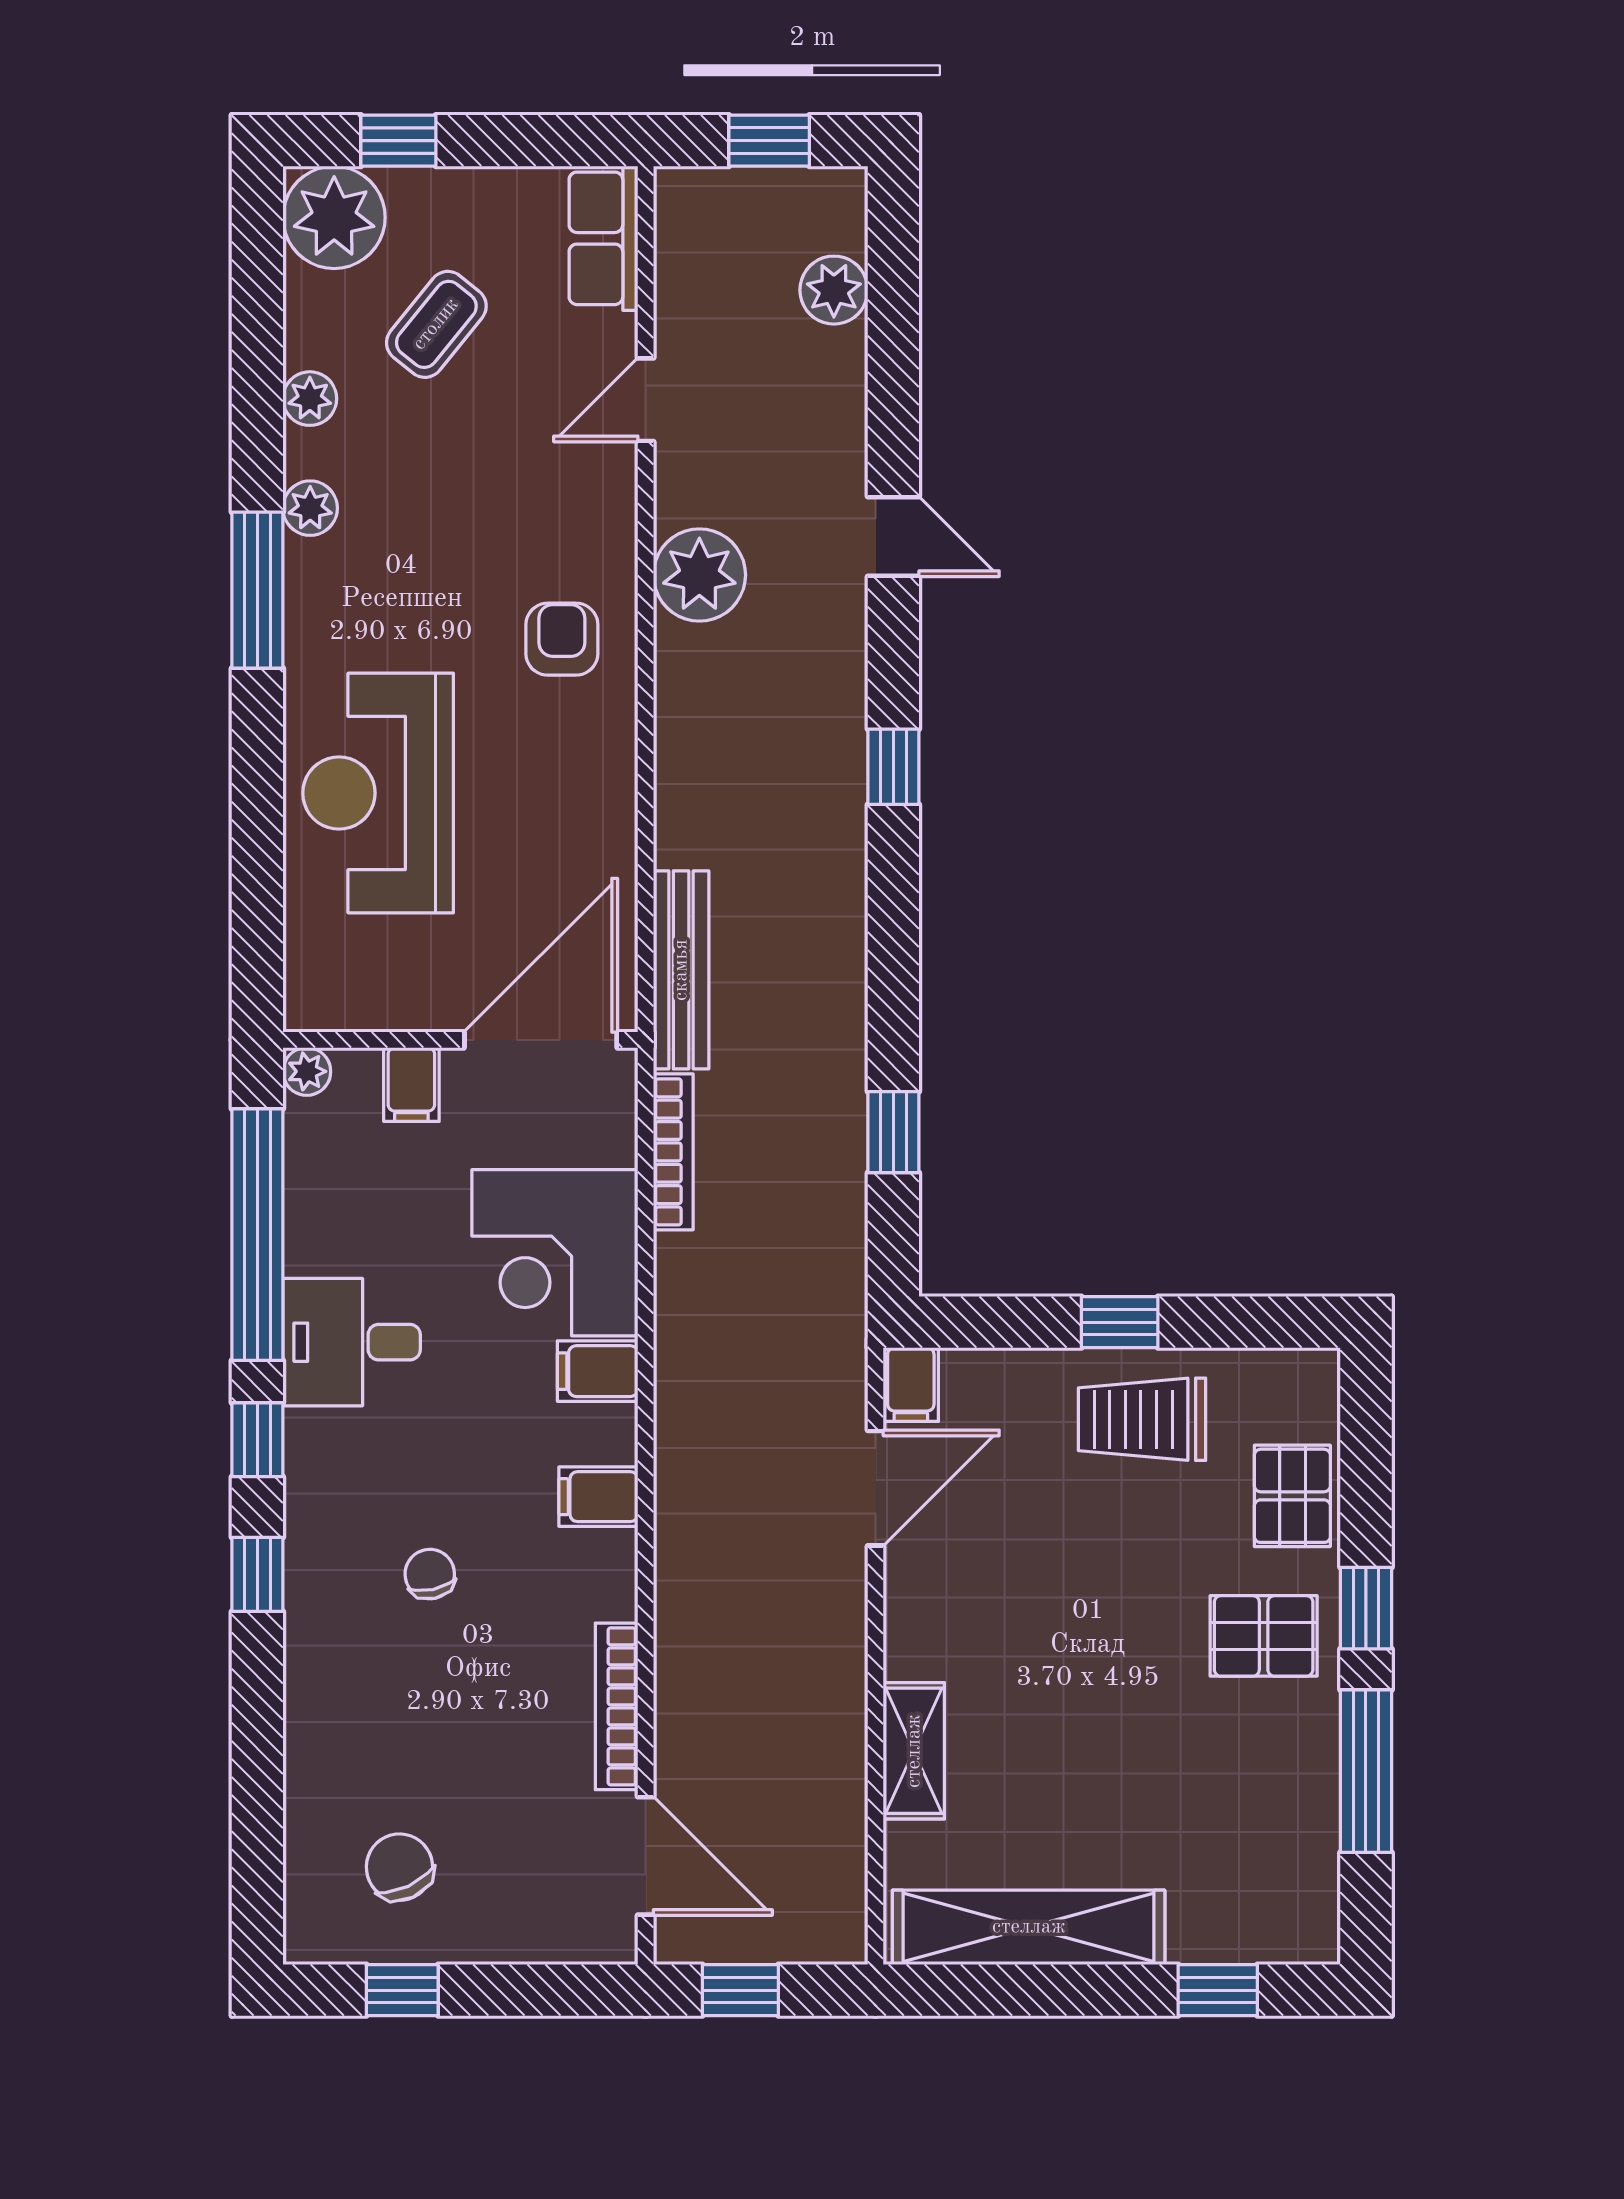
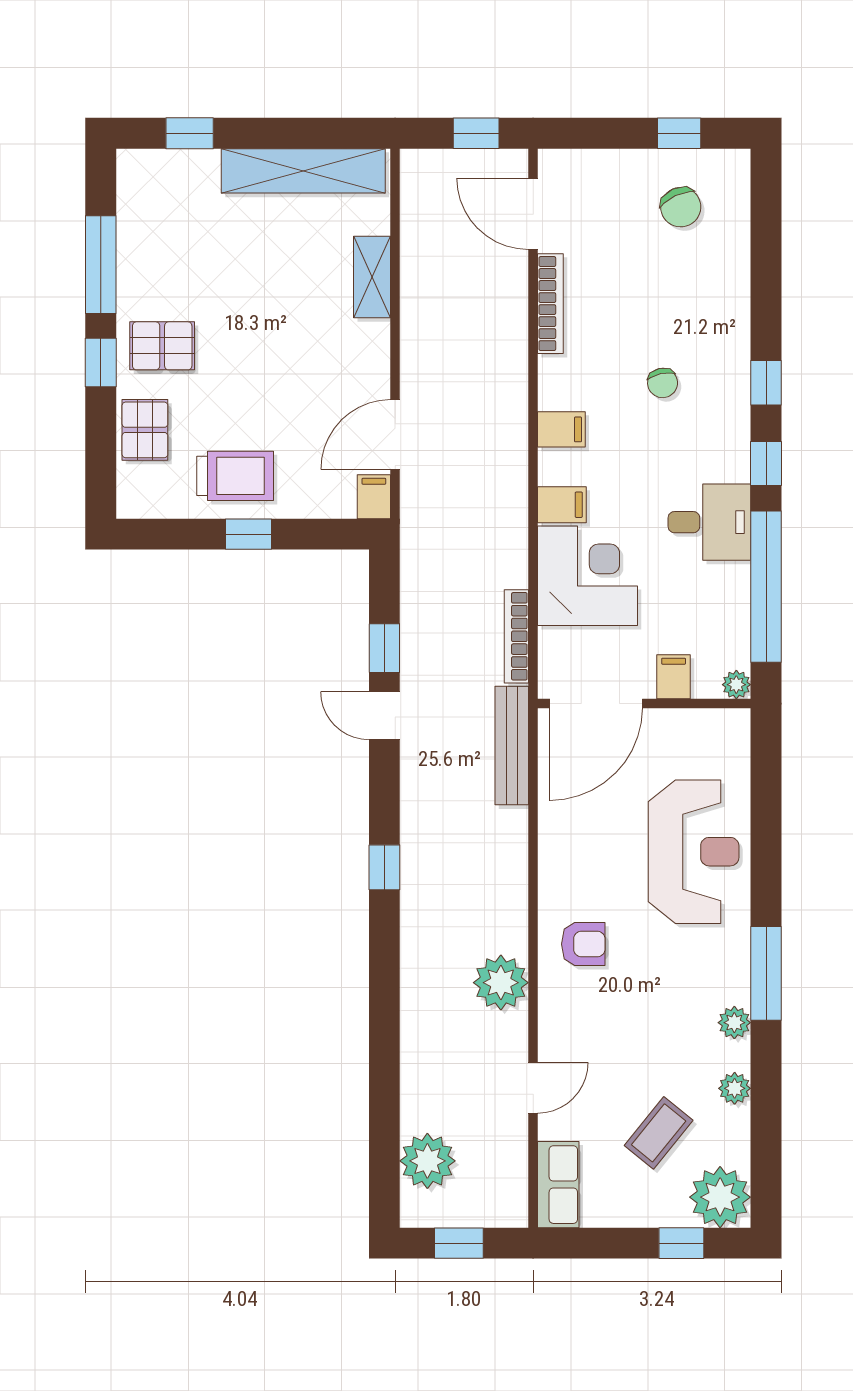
plant: (834, 290) -> (427, 1161), width x1.36, depth x1.36
door: (893, 536) -> (384, 716), moved
armchair: (562, 639) -> (583, 944), turned -90

